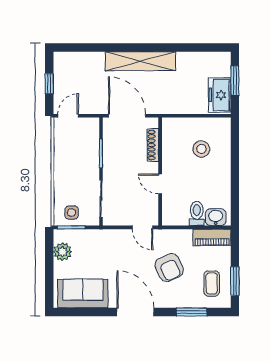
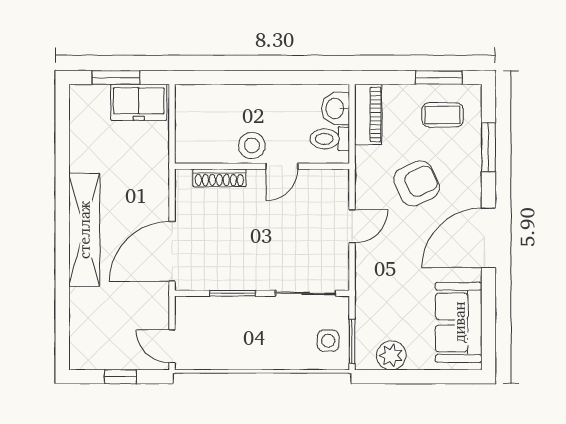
shoe rack: (153, 145) -> (219, 178), moved
stool: (201, 149) -> (252, 146), moved
wall: (160, 172) -> (262, 166), moved
door: (160, 184) -> (282, 166), moved

